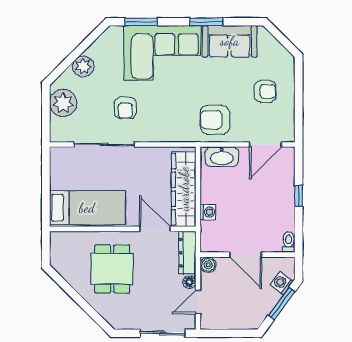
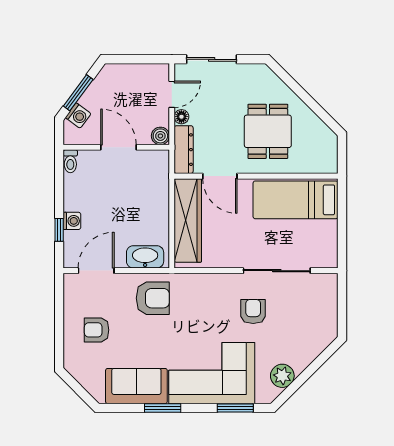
plant: (83, 66) -> (282, 376), moved
plant: (63, 103) -> (323, 317), removed
window: (299, 196) -> (59, 230), moved
washing machine: (208, 212) -> (72, 221), moved, turned 180

